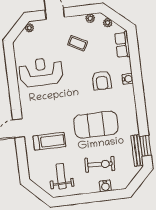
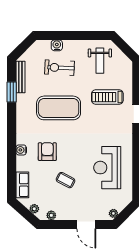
coffee table: (78, 43) -> (66, 180), moved
reception desk: (41, 72) -> (107, 168), turned 90
window: (145, 146) -> (12, 92), moved

